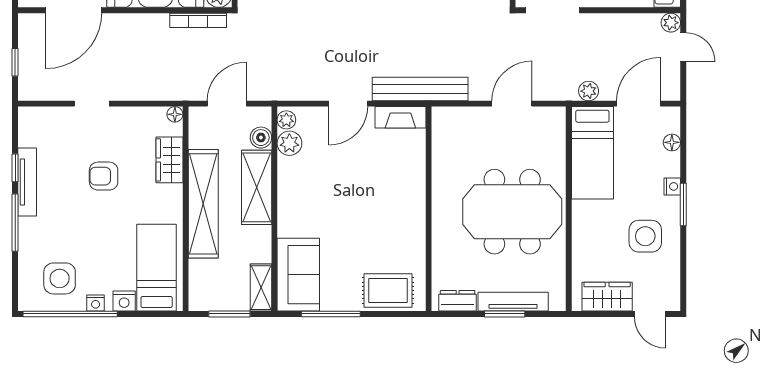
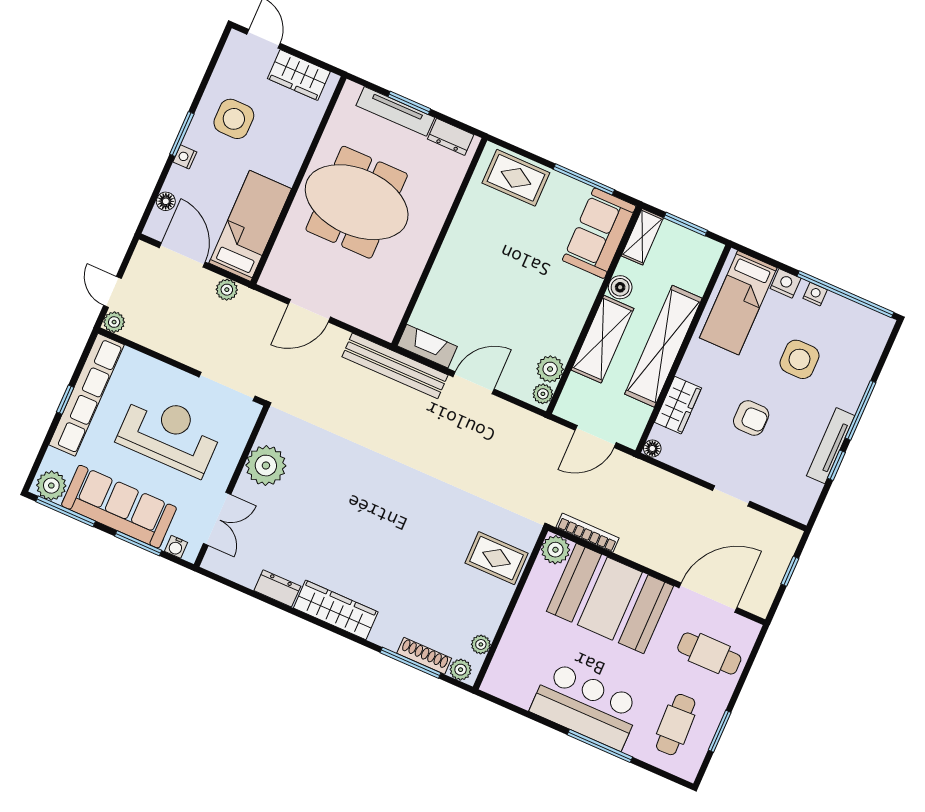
door: (638, 104) -> (182, 255), swing flipped
boiler: (261, 138) -> (620, 287), moved
side table: (60, 278) -> (800, 359), moved

